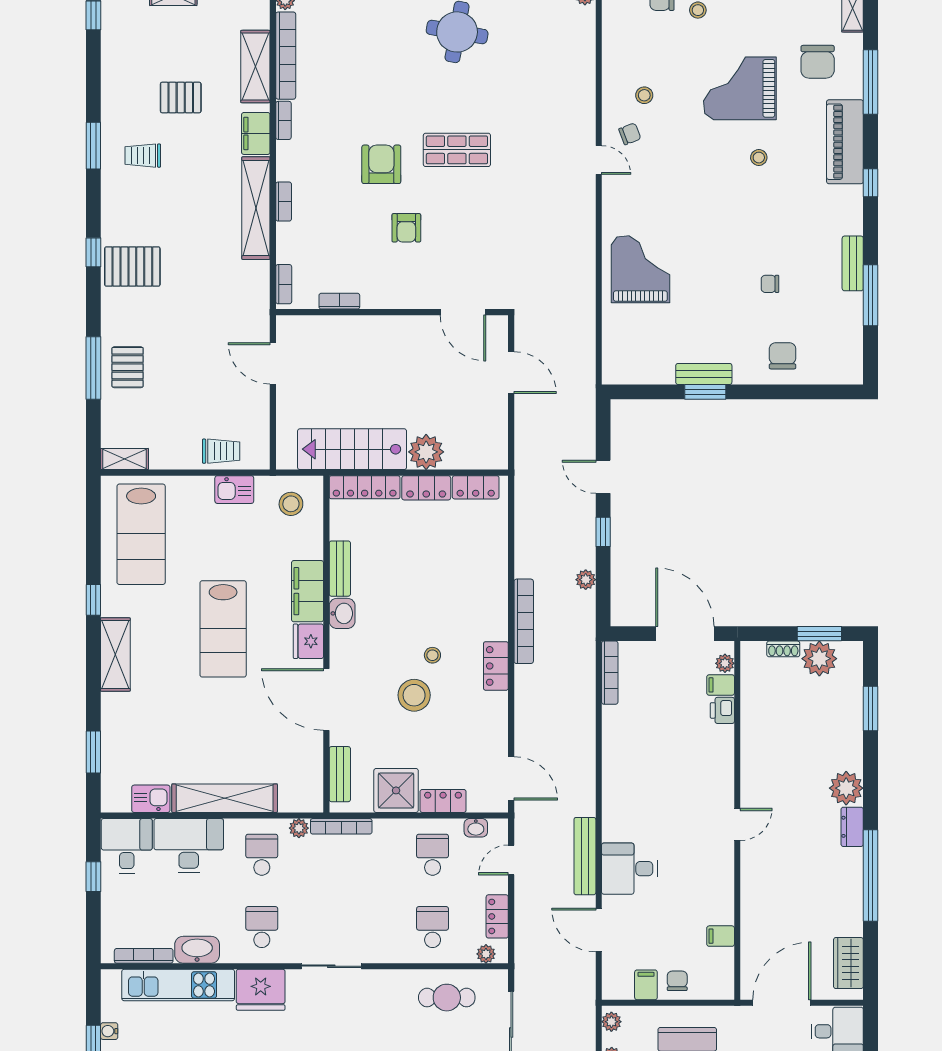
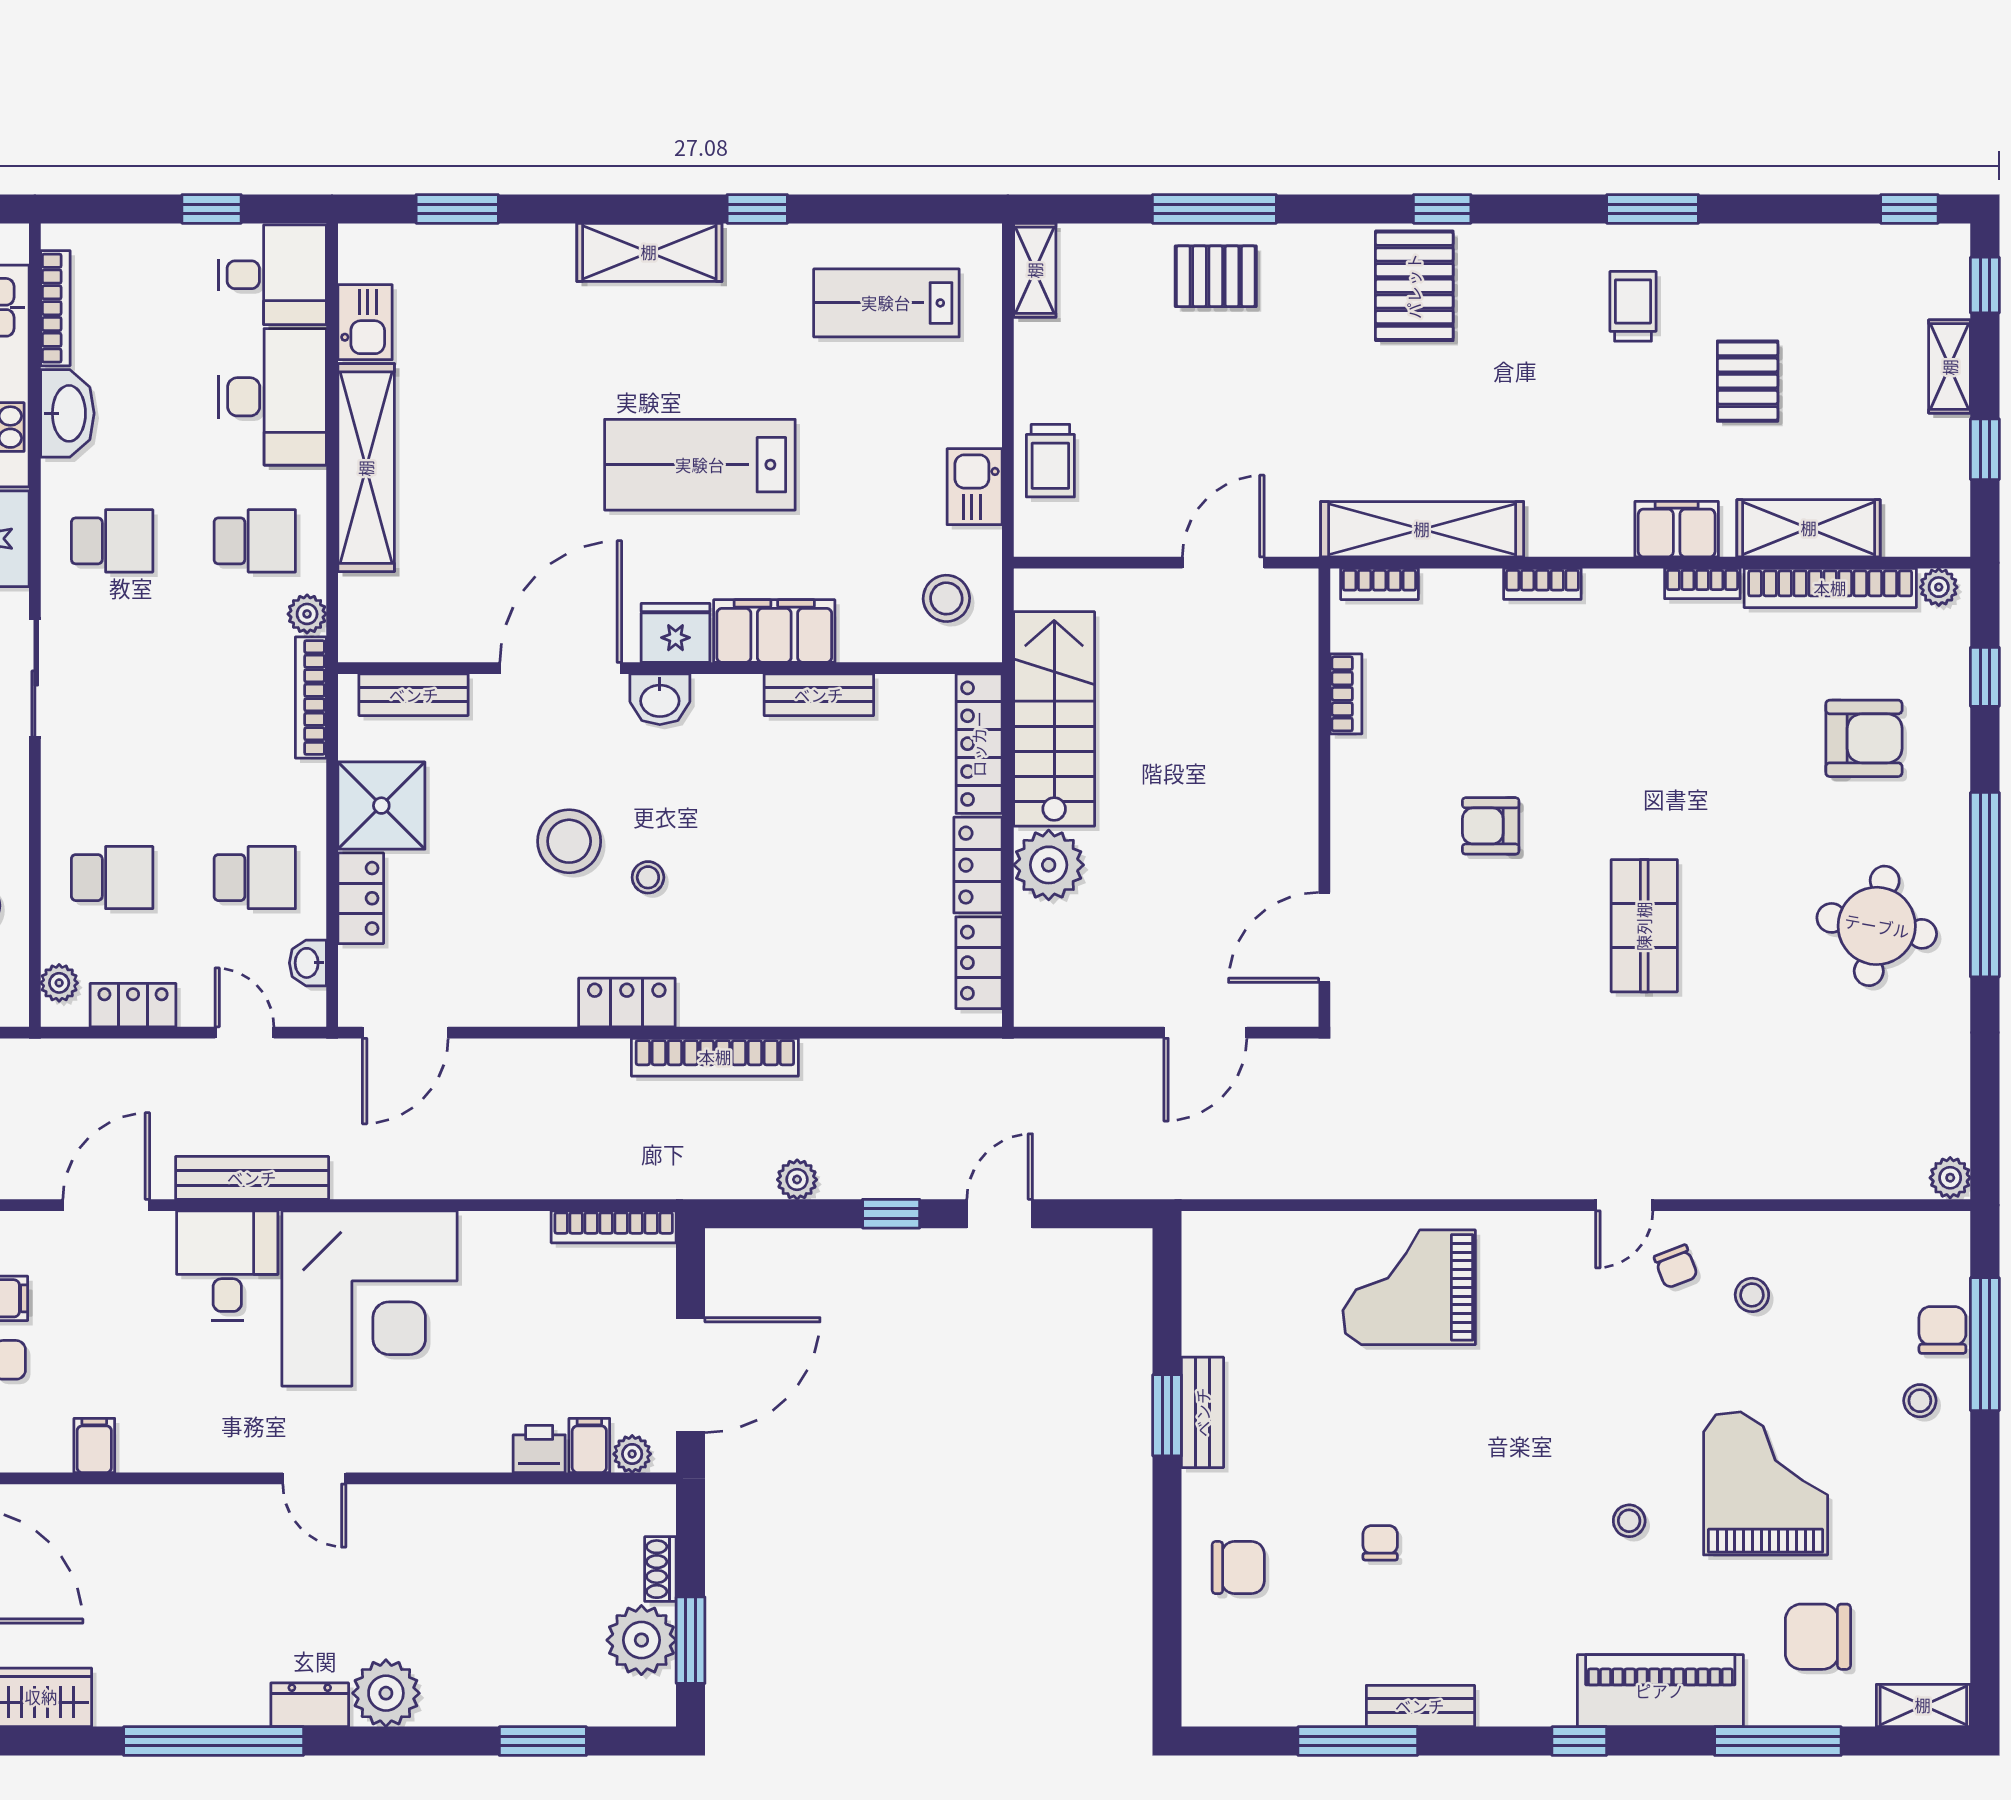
armchair: (381, 164) -> (1864, 738), moved
shelving: (256, 208) -> (1422, 529), moved
grand piano: (640, 269) -> (1409, 1287), turned 180
lab bench: (141, 534) -> (886, 303), width x0.73, depth x0.72
washbasin: (342, 613) -> (660, 699), moved
corner desk: (646, 797) -> (369, 1298), added

